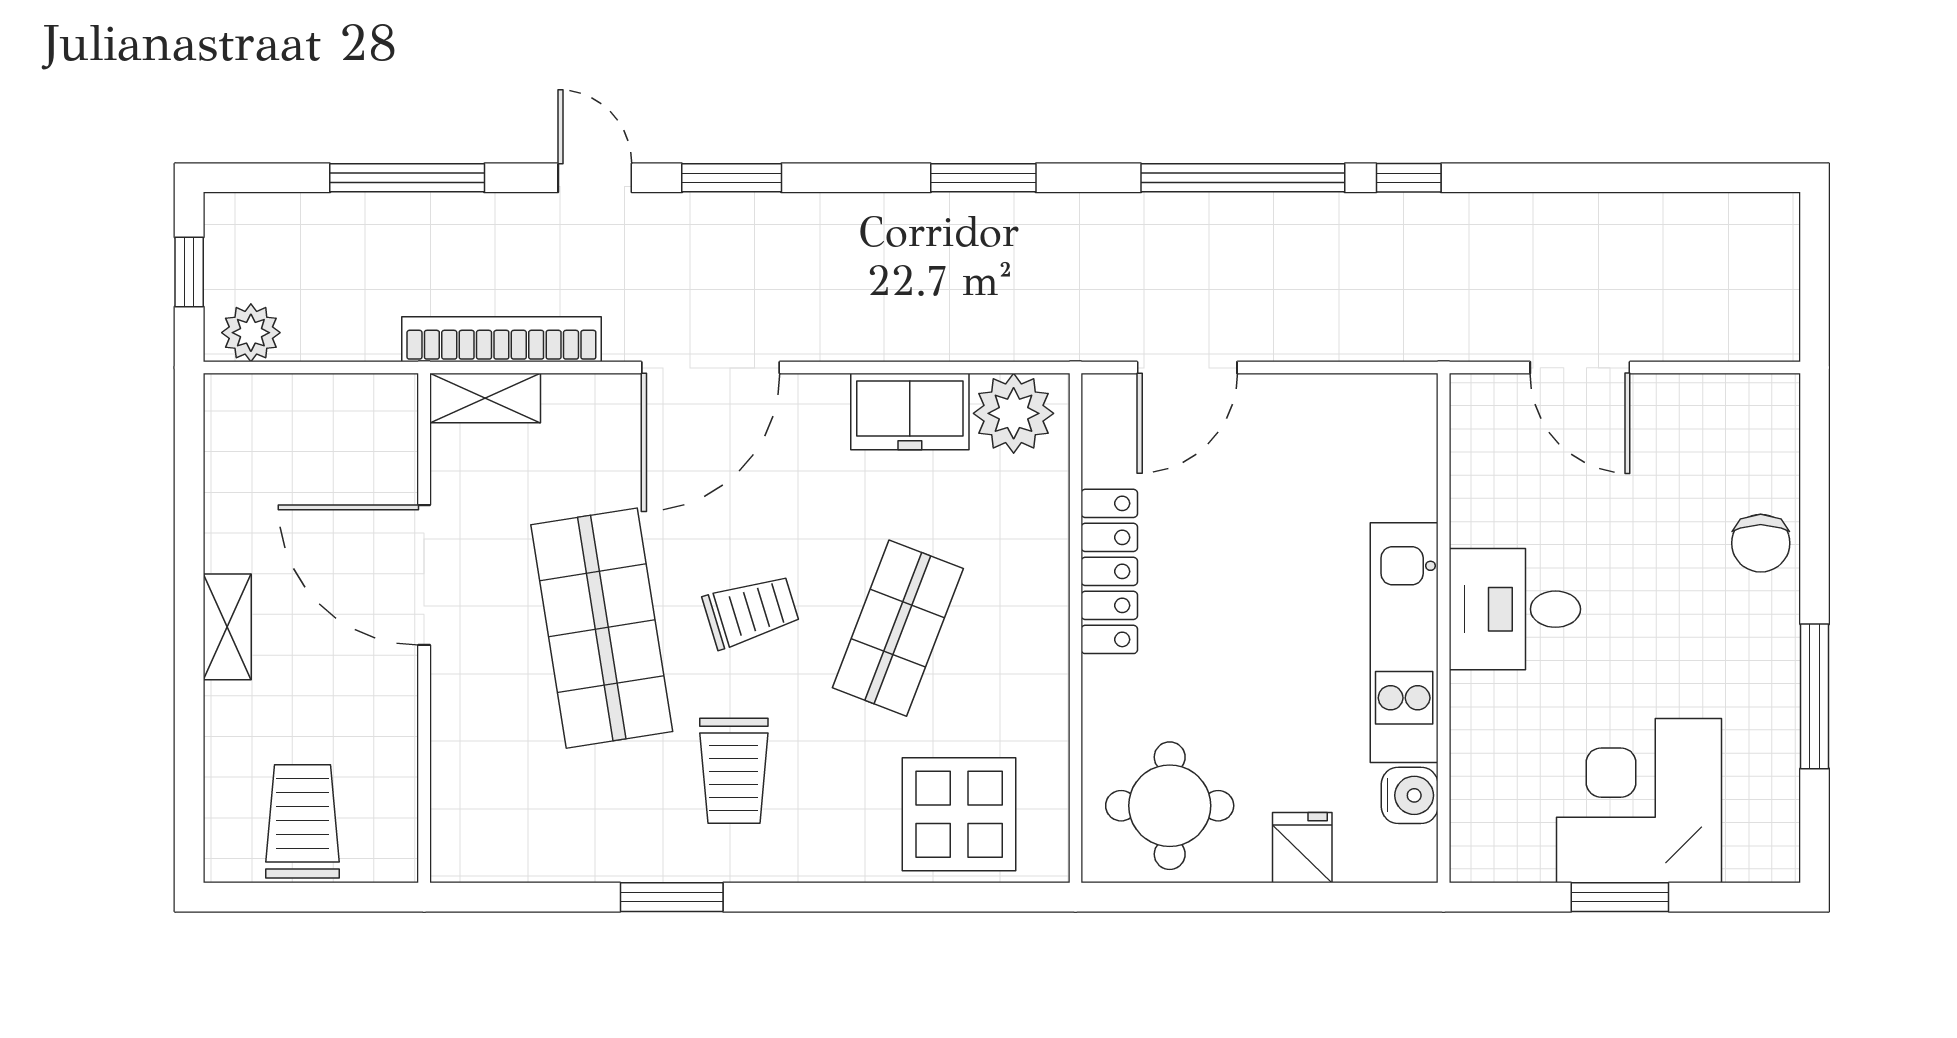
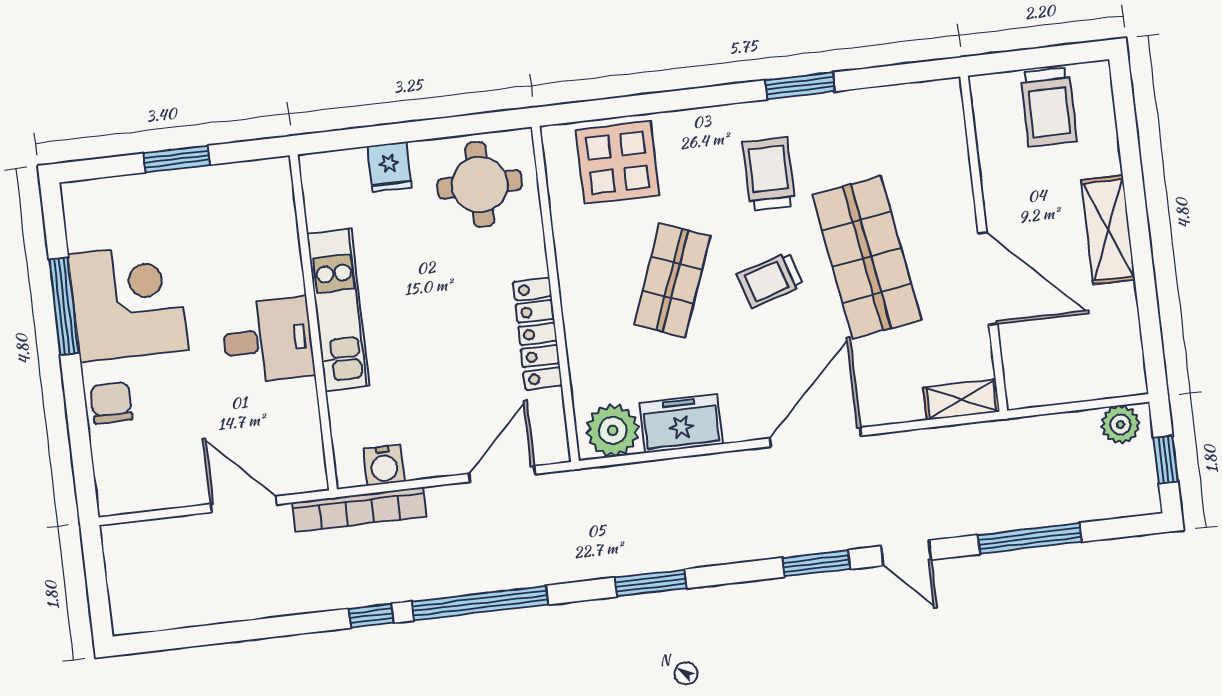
bookcase: (501, 339) -> (359, 510), moved
shelving: (227, 627) -> (1108, 230), width x1.50, depth x1.33
water cooler: (1410, 795) -> (384, 465), moved, turned -90
corner desk: (1639, 801) -> (128, 302), moved, turned -90

